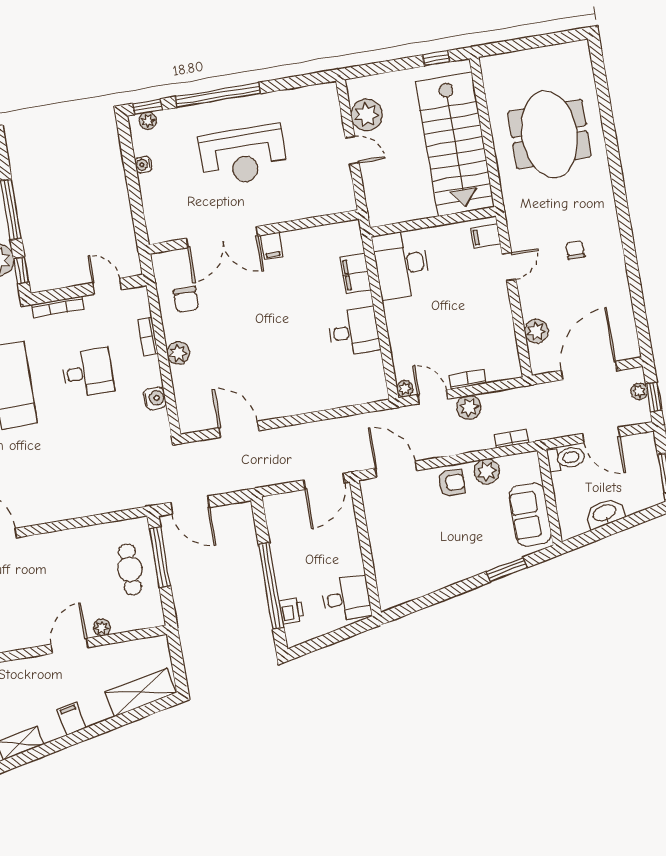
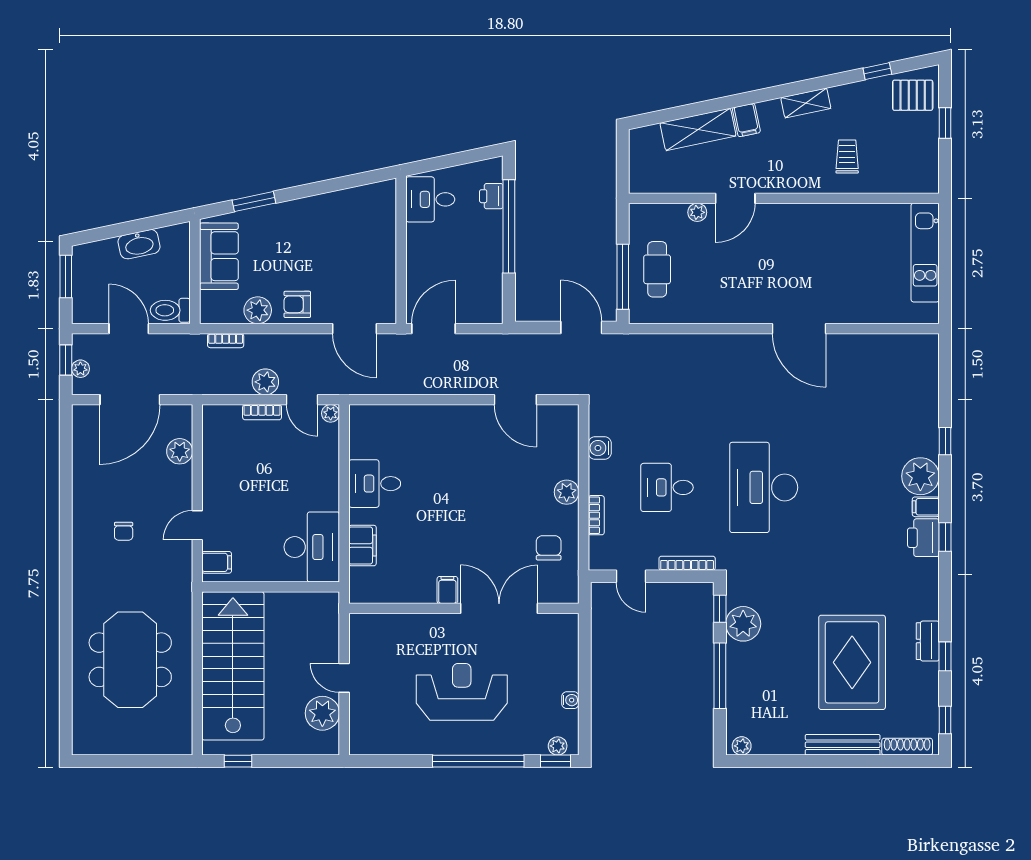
shelving: (141, 692) -> (698, 129), moved

